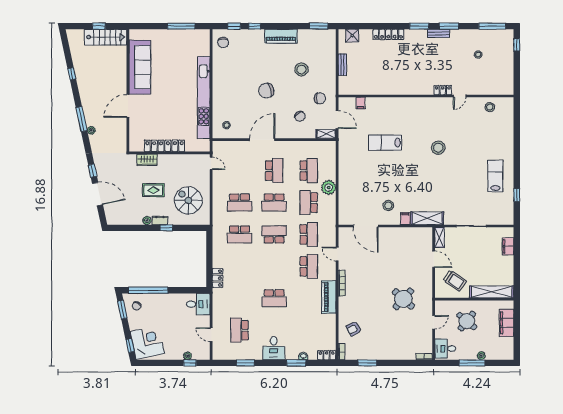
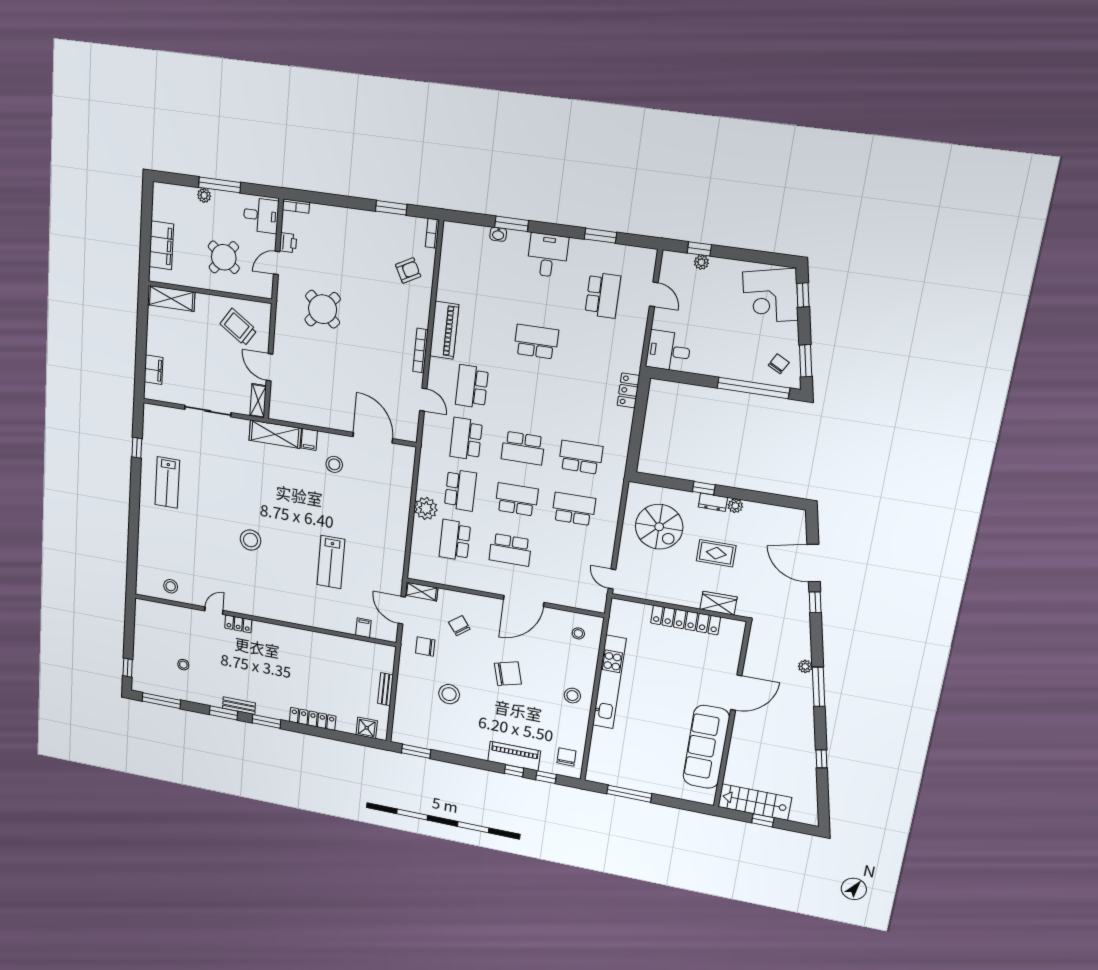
piano: (281, 36) -> (514, 756), moved
stool: (225, 84) -> (572, 696), added
kitchen unit: (204, 97) -> (609, 682), width x0.73
lab bench: (385, 143) -> (331, 562), turned 90
school desk: (274, 171) -> (510, 550), turned -90
shelving: (492, 292) -> (171, 298), width x0.68
printer: (428, 335) -> (288, 243), added
locker: (327, 355) -> (458, 231), removed

